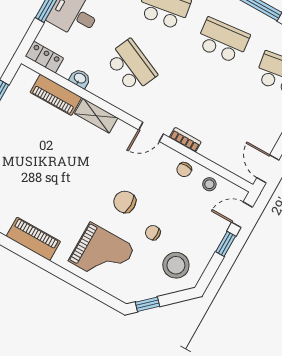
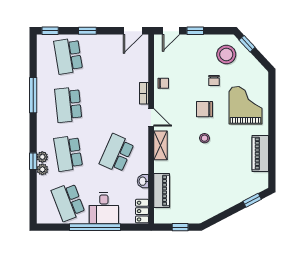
shelving: (96, 116) -> (160, 145), moved
stool: (209, 184) -> (204, 138), moved
chair: (125, 202) -> (205, 109), turned 90
door: (242, 215) -> (171, 31), hinge flipped
window: (147, 304) -> (247, 44), moved

